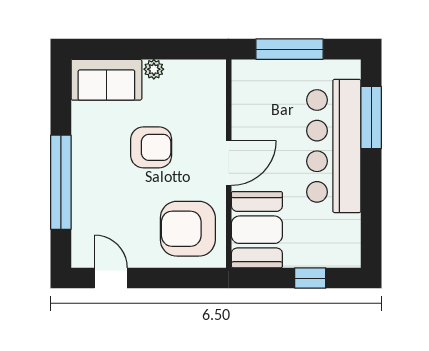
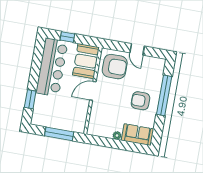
window: (371, 118) -> (30, 99), width x0.69
bar counter: (334, 146) -> (52, 67), moved
armchair: (151, 147) -> (140, 101), moved
door: (111, 278) -> (137, 49), moved

